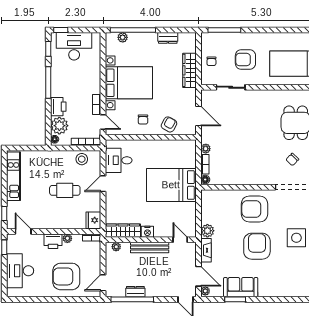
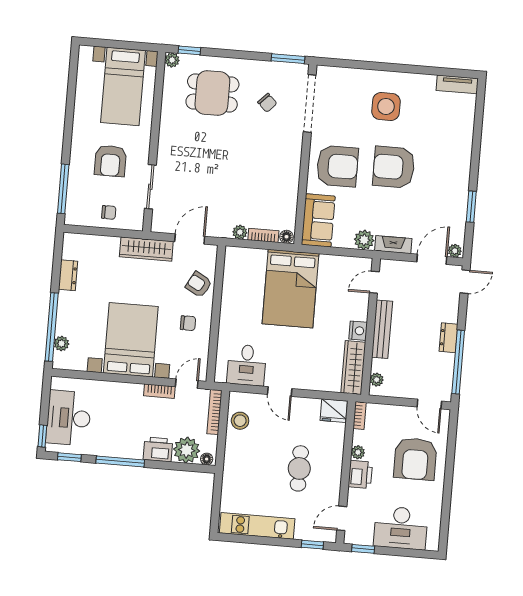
wardrobe: (189, 70) -> (146, 249), moved
cafe table: (65, 190) -> (299, 468), moved
armchair: (254, 209) -> (337, 166), turned -90
sofa: (241, 287) -> (318, 220), moved, turned 180
dresser: (135, 292) -> (448, 338), moved

